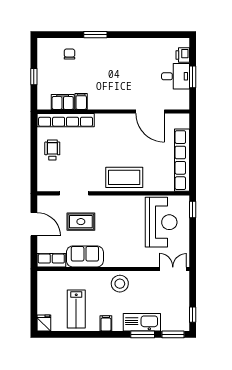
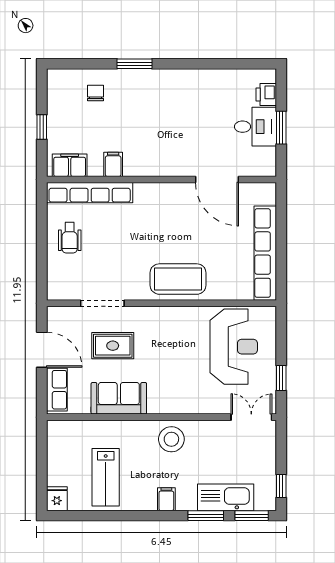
filing cabinet: (63, 102) -> (70, 165), moved
wheelchair: (52, 150) -> (70, 238), turned 180
window: (193, 209) -> (281, 378), moved
row of seats: (51, 260) -> (57, 390), moved, turned 90
kitchen sink: (142, 322) -> (226, 497), moved
filing cabinet: (106, 323) -> (166, 499), moved

